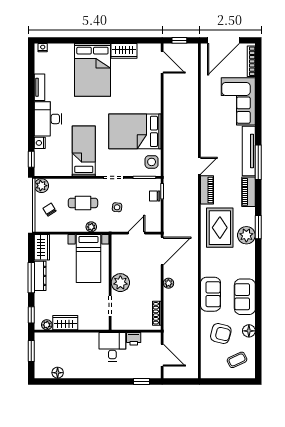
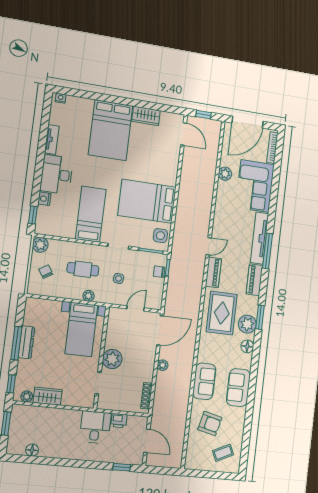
plant: (207, 94) -> (225, 174), added
wardrobe: (42, 247) -> (32, 311), removed
floor lamp: (249, 331) -> (247, 346), moved

